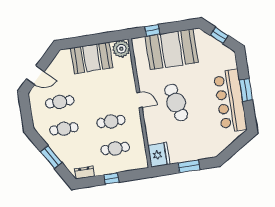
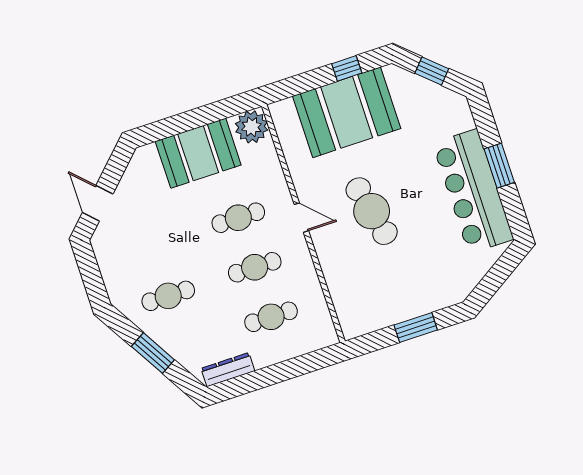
window: (152, 30) -> (347, 68), moved
door: (35, 75) -> (98, 203), swing flipped
cafe table: (60, 102) -> (238, 218), moved
fridge: (159, 155) -> (355, 315), removed
dresser: (84, 173) -> (228, 370), width x1.44
window: (111, 178) -> (273, 375), removed

